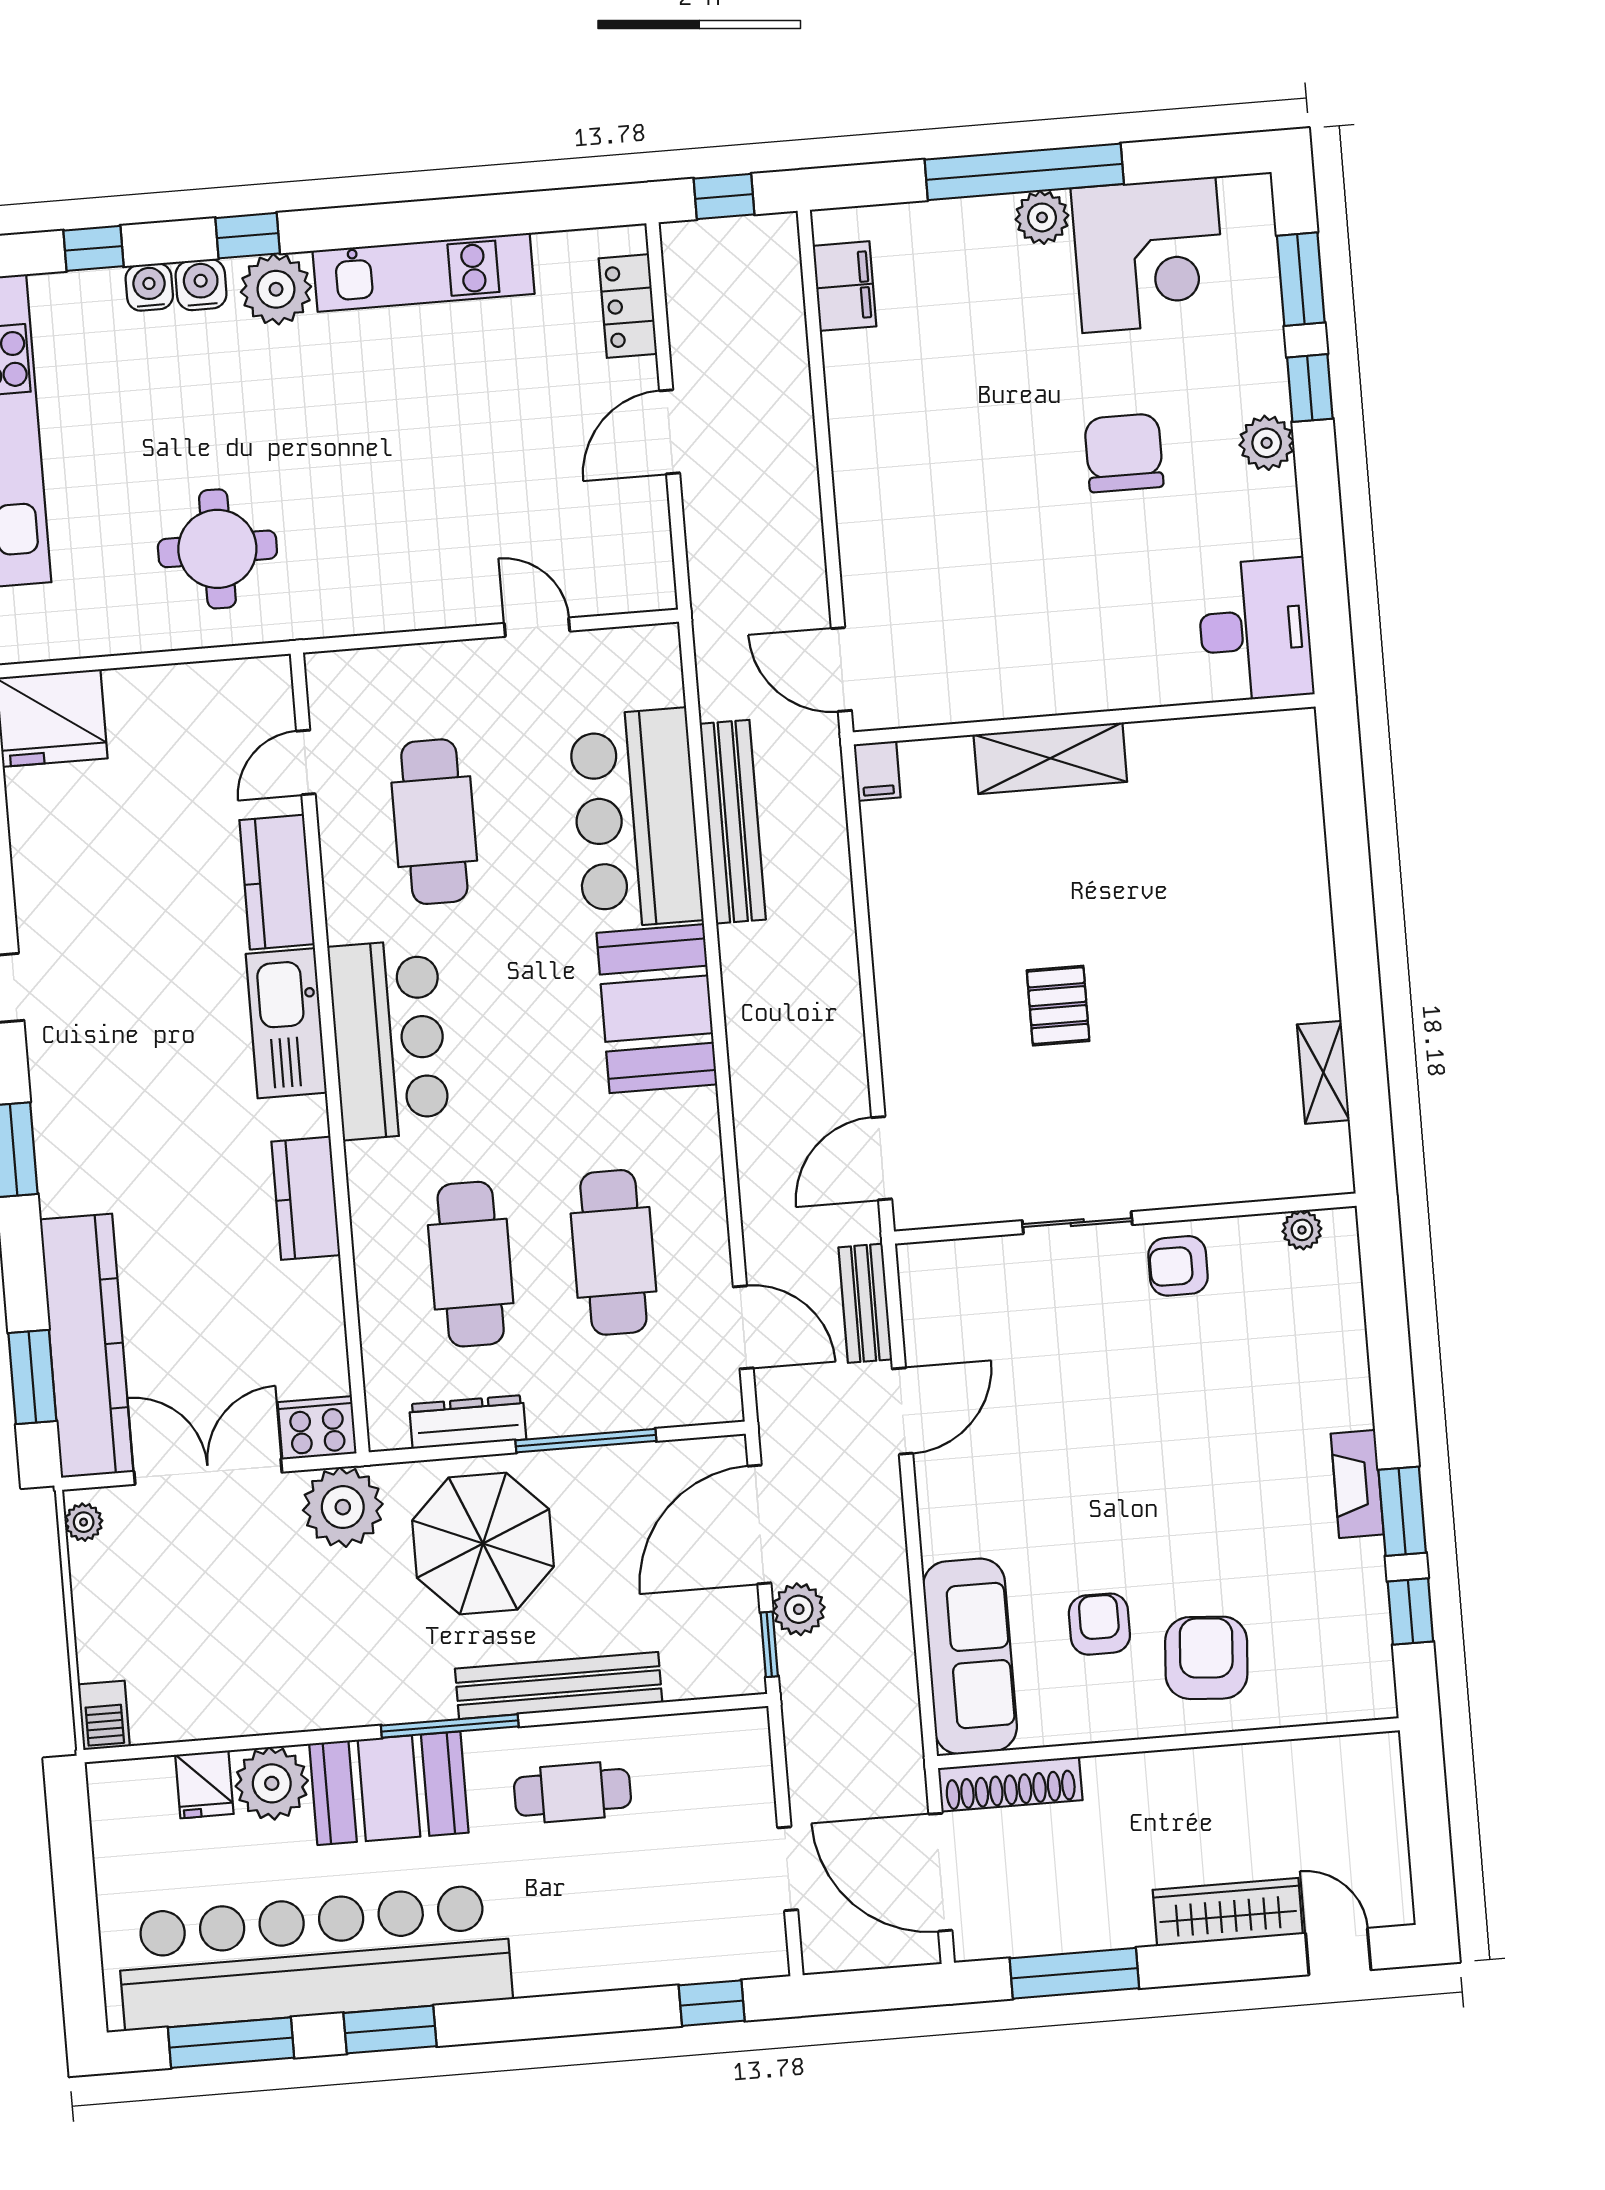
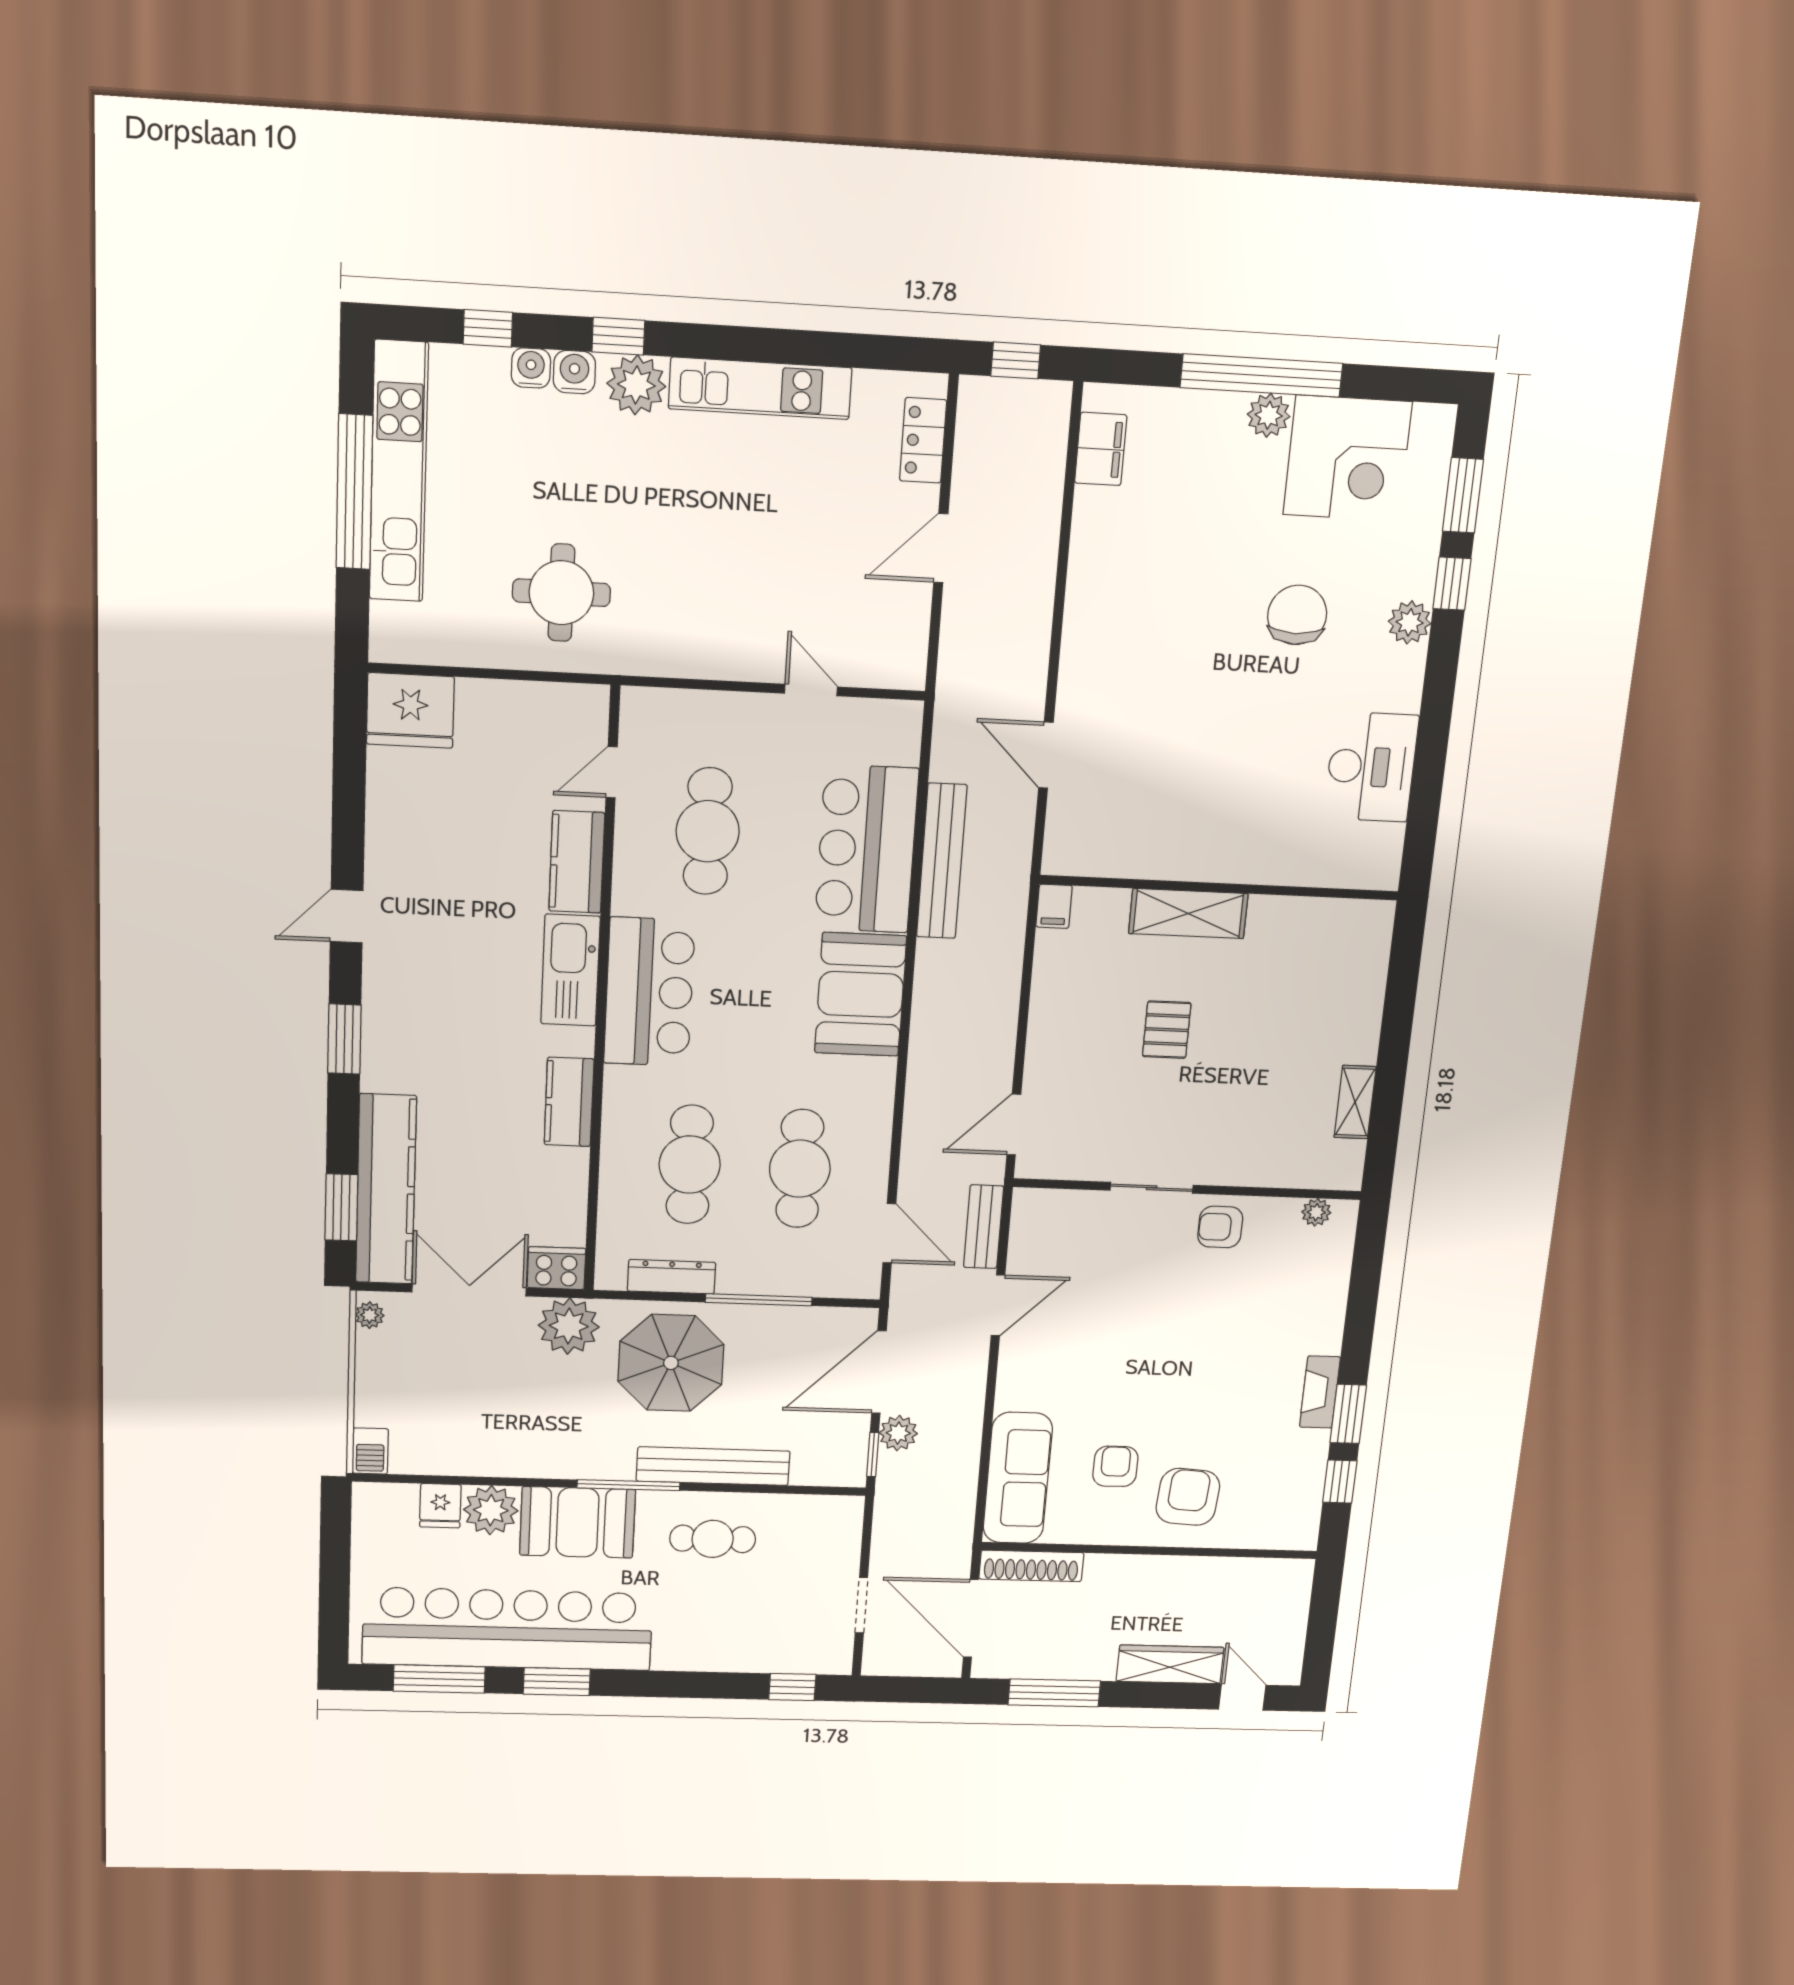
wall: (1084, 719) -> (1220, 888), moved
shelving: (1050, 758) -> (1188, 914), moved
filing cabinet: (877, 771) -> (1054, 906), moved

